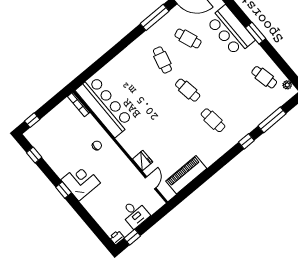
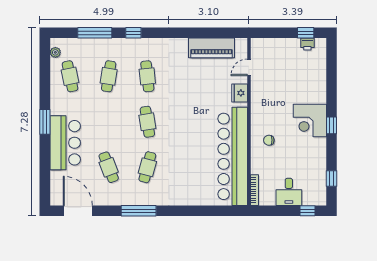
window: (155, 17) -> (139, 211), moved
cafe table: (239, 99) -> (109, 76), added
bar counter: (105, 106) -> (233, 156), width x1.36
desk: (135, 214) -> (289, 192), moved, turned 180
printer: (117, 237) -> (307, 44), moved

